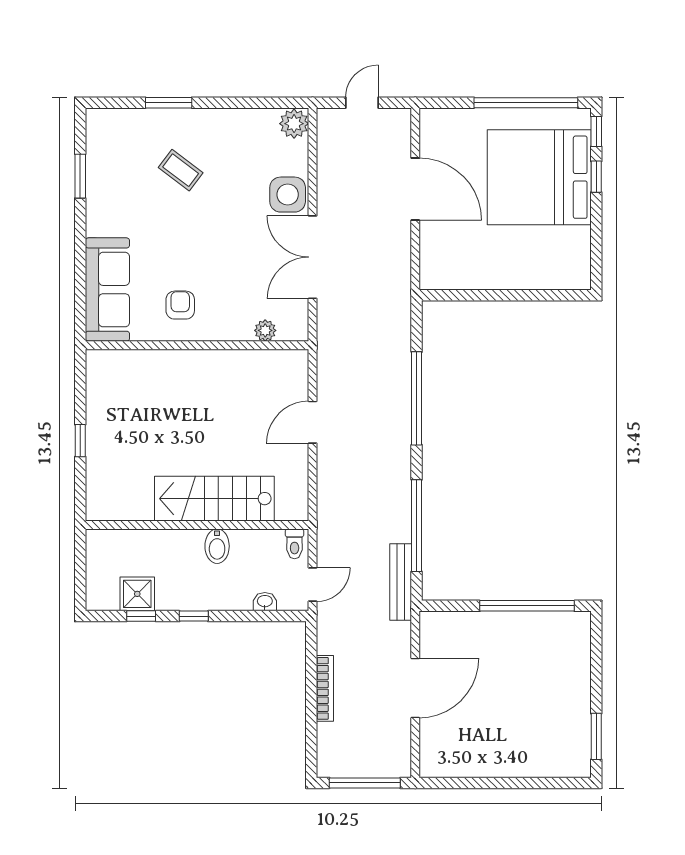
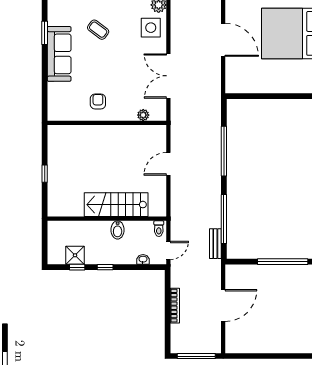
side table: (288, 195) -> (151, 28), moved
sofa: (107, 290) -> (59, 54), moved
bench: (401, 582) -> (215, 244), width x0.73

